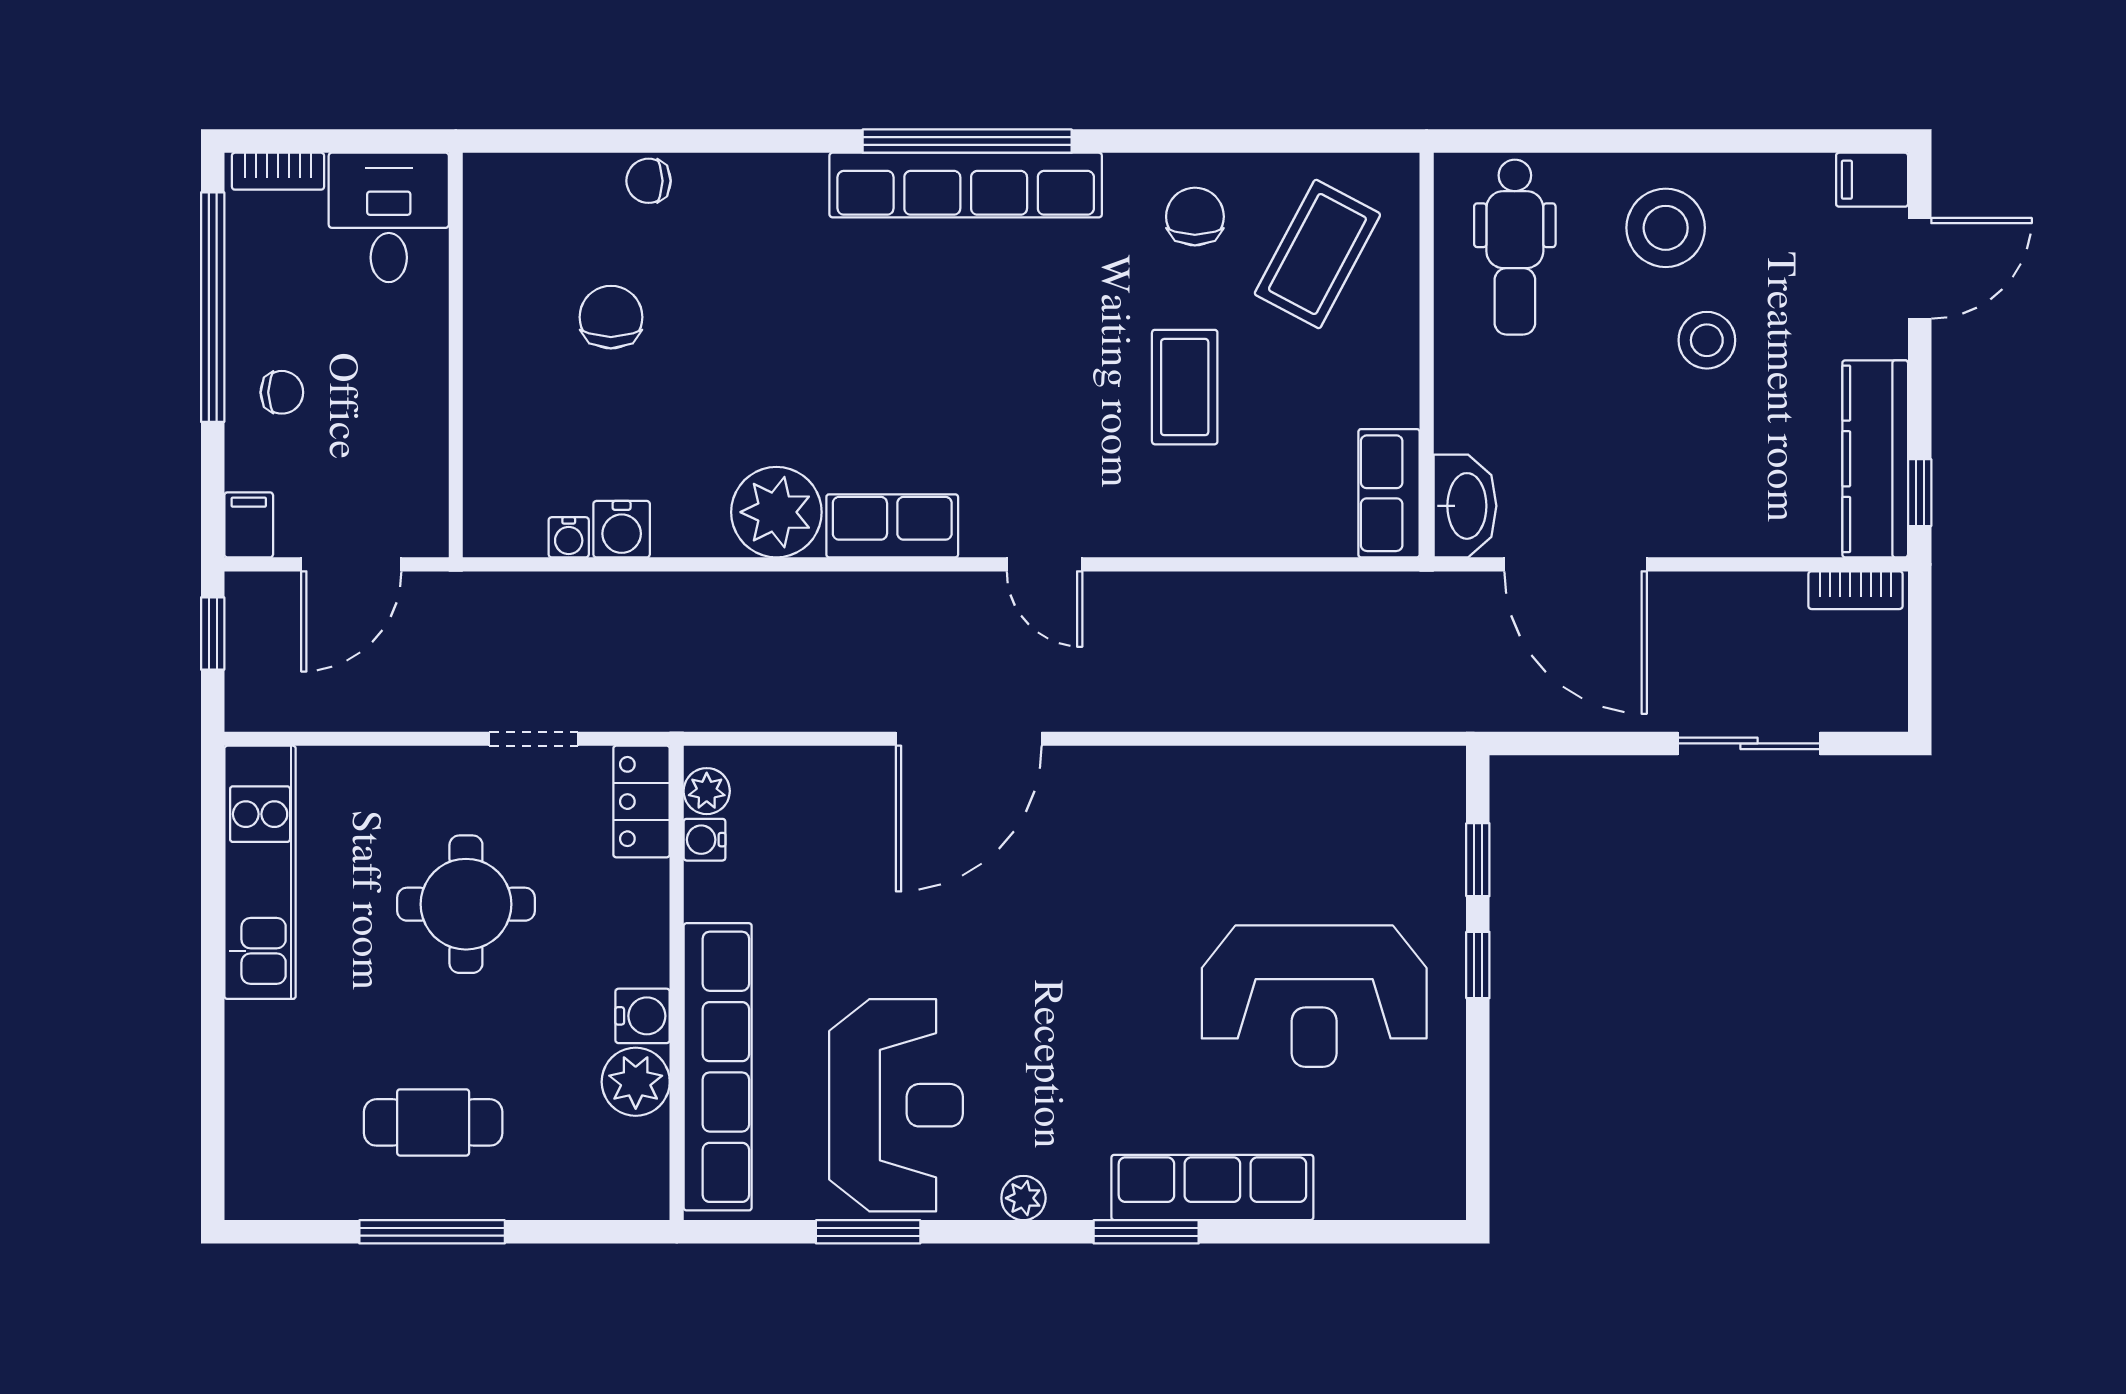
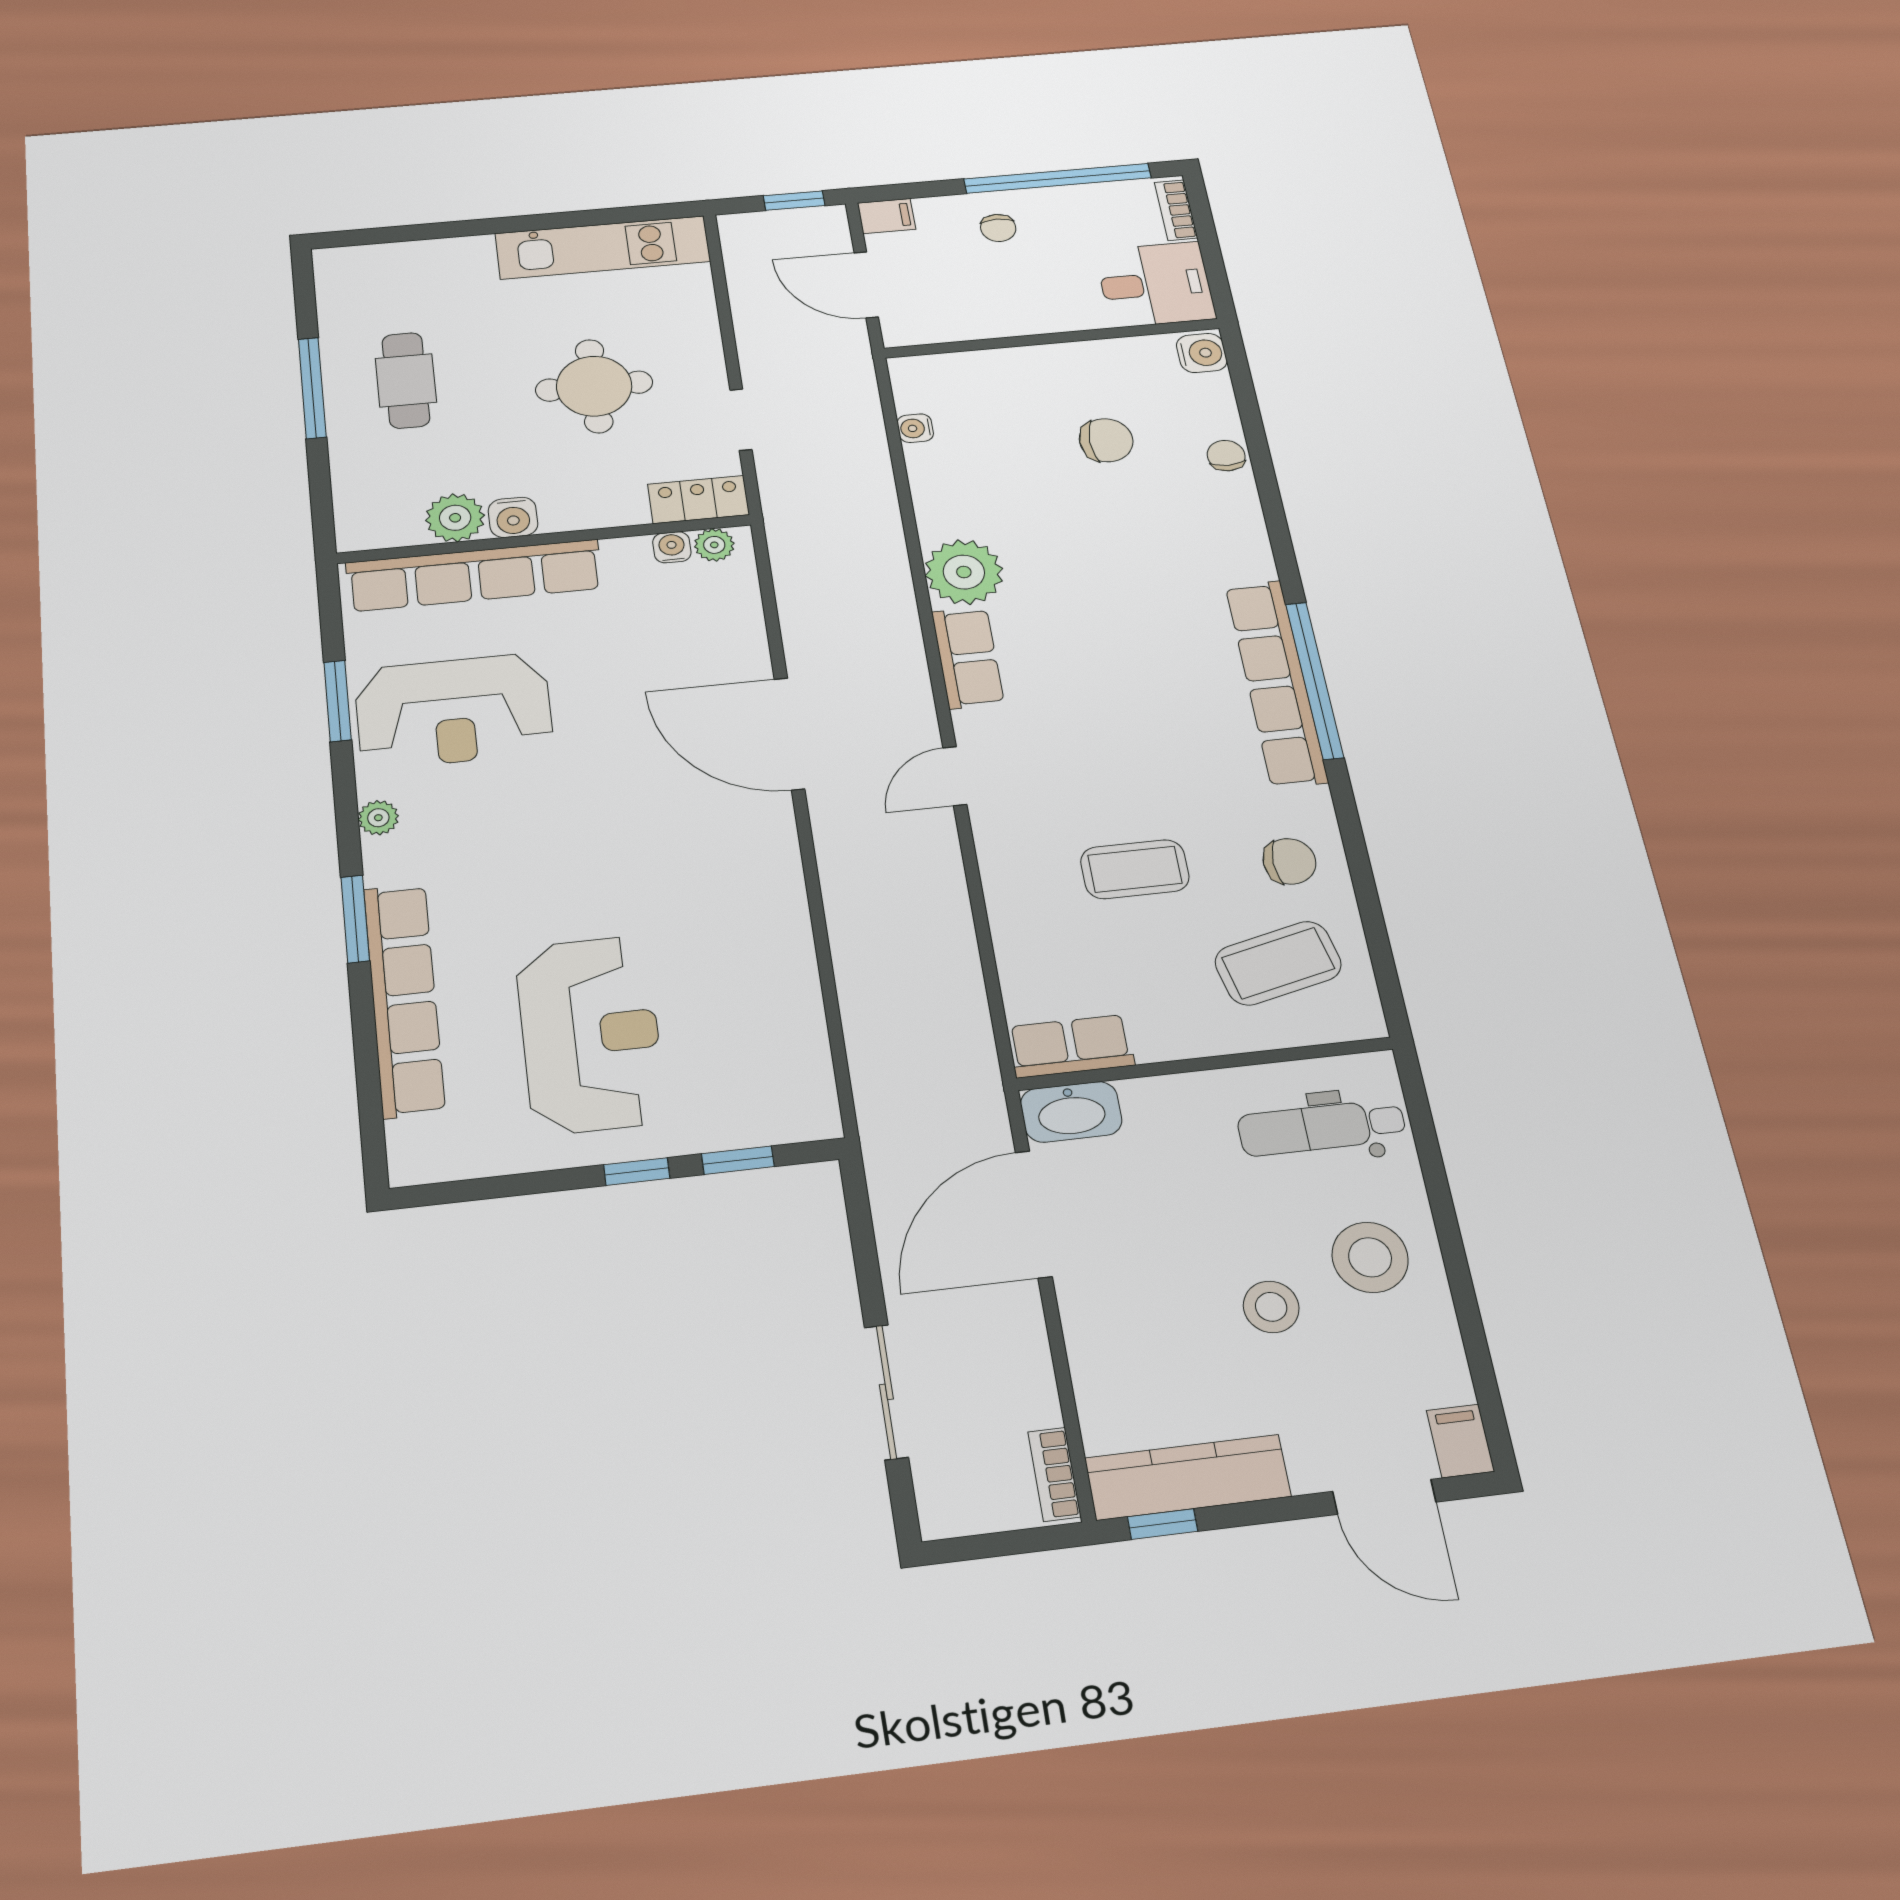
coffee table: (1317, 254) -> (1278, 963), turned -41
water cooler: (622, 529) -> (1202, 353), moved, turned 180
reception desk: (1314, 996) -> (590, 1034), turned 180
row of seats: (1212, 1187) -> (404, 999), width x1.36

